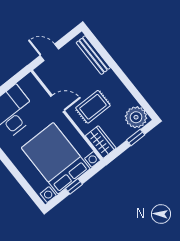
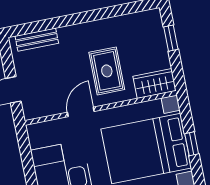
bench: (93, 55) -> (37, 40), width x0.73
plant: (136, 117) -> (146, 25), removed

